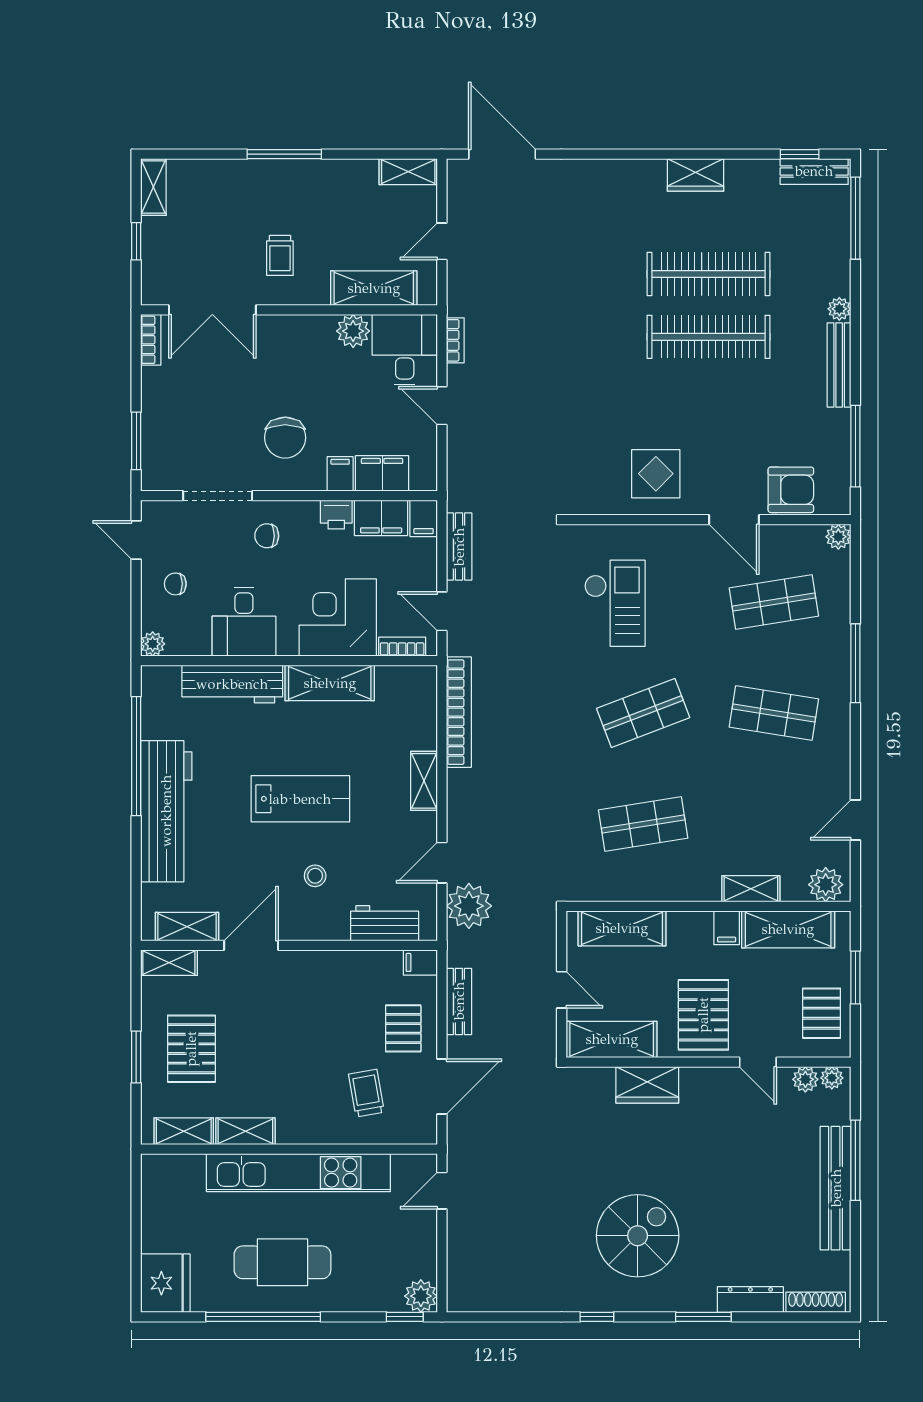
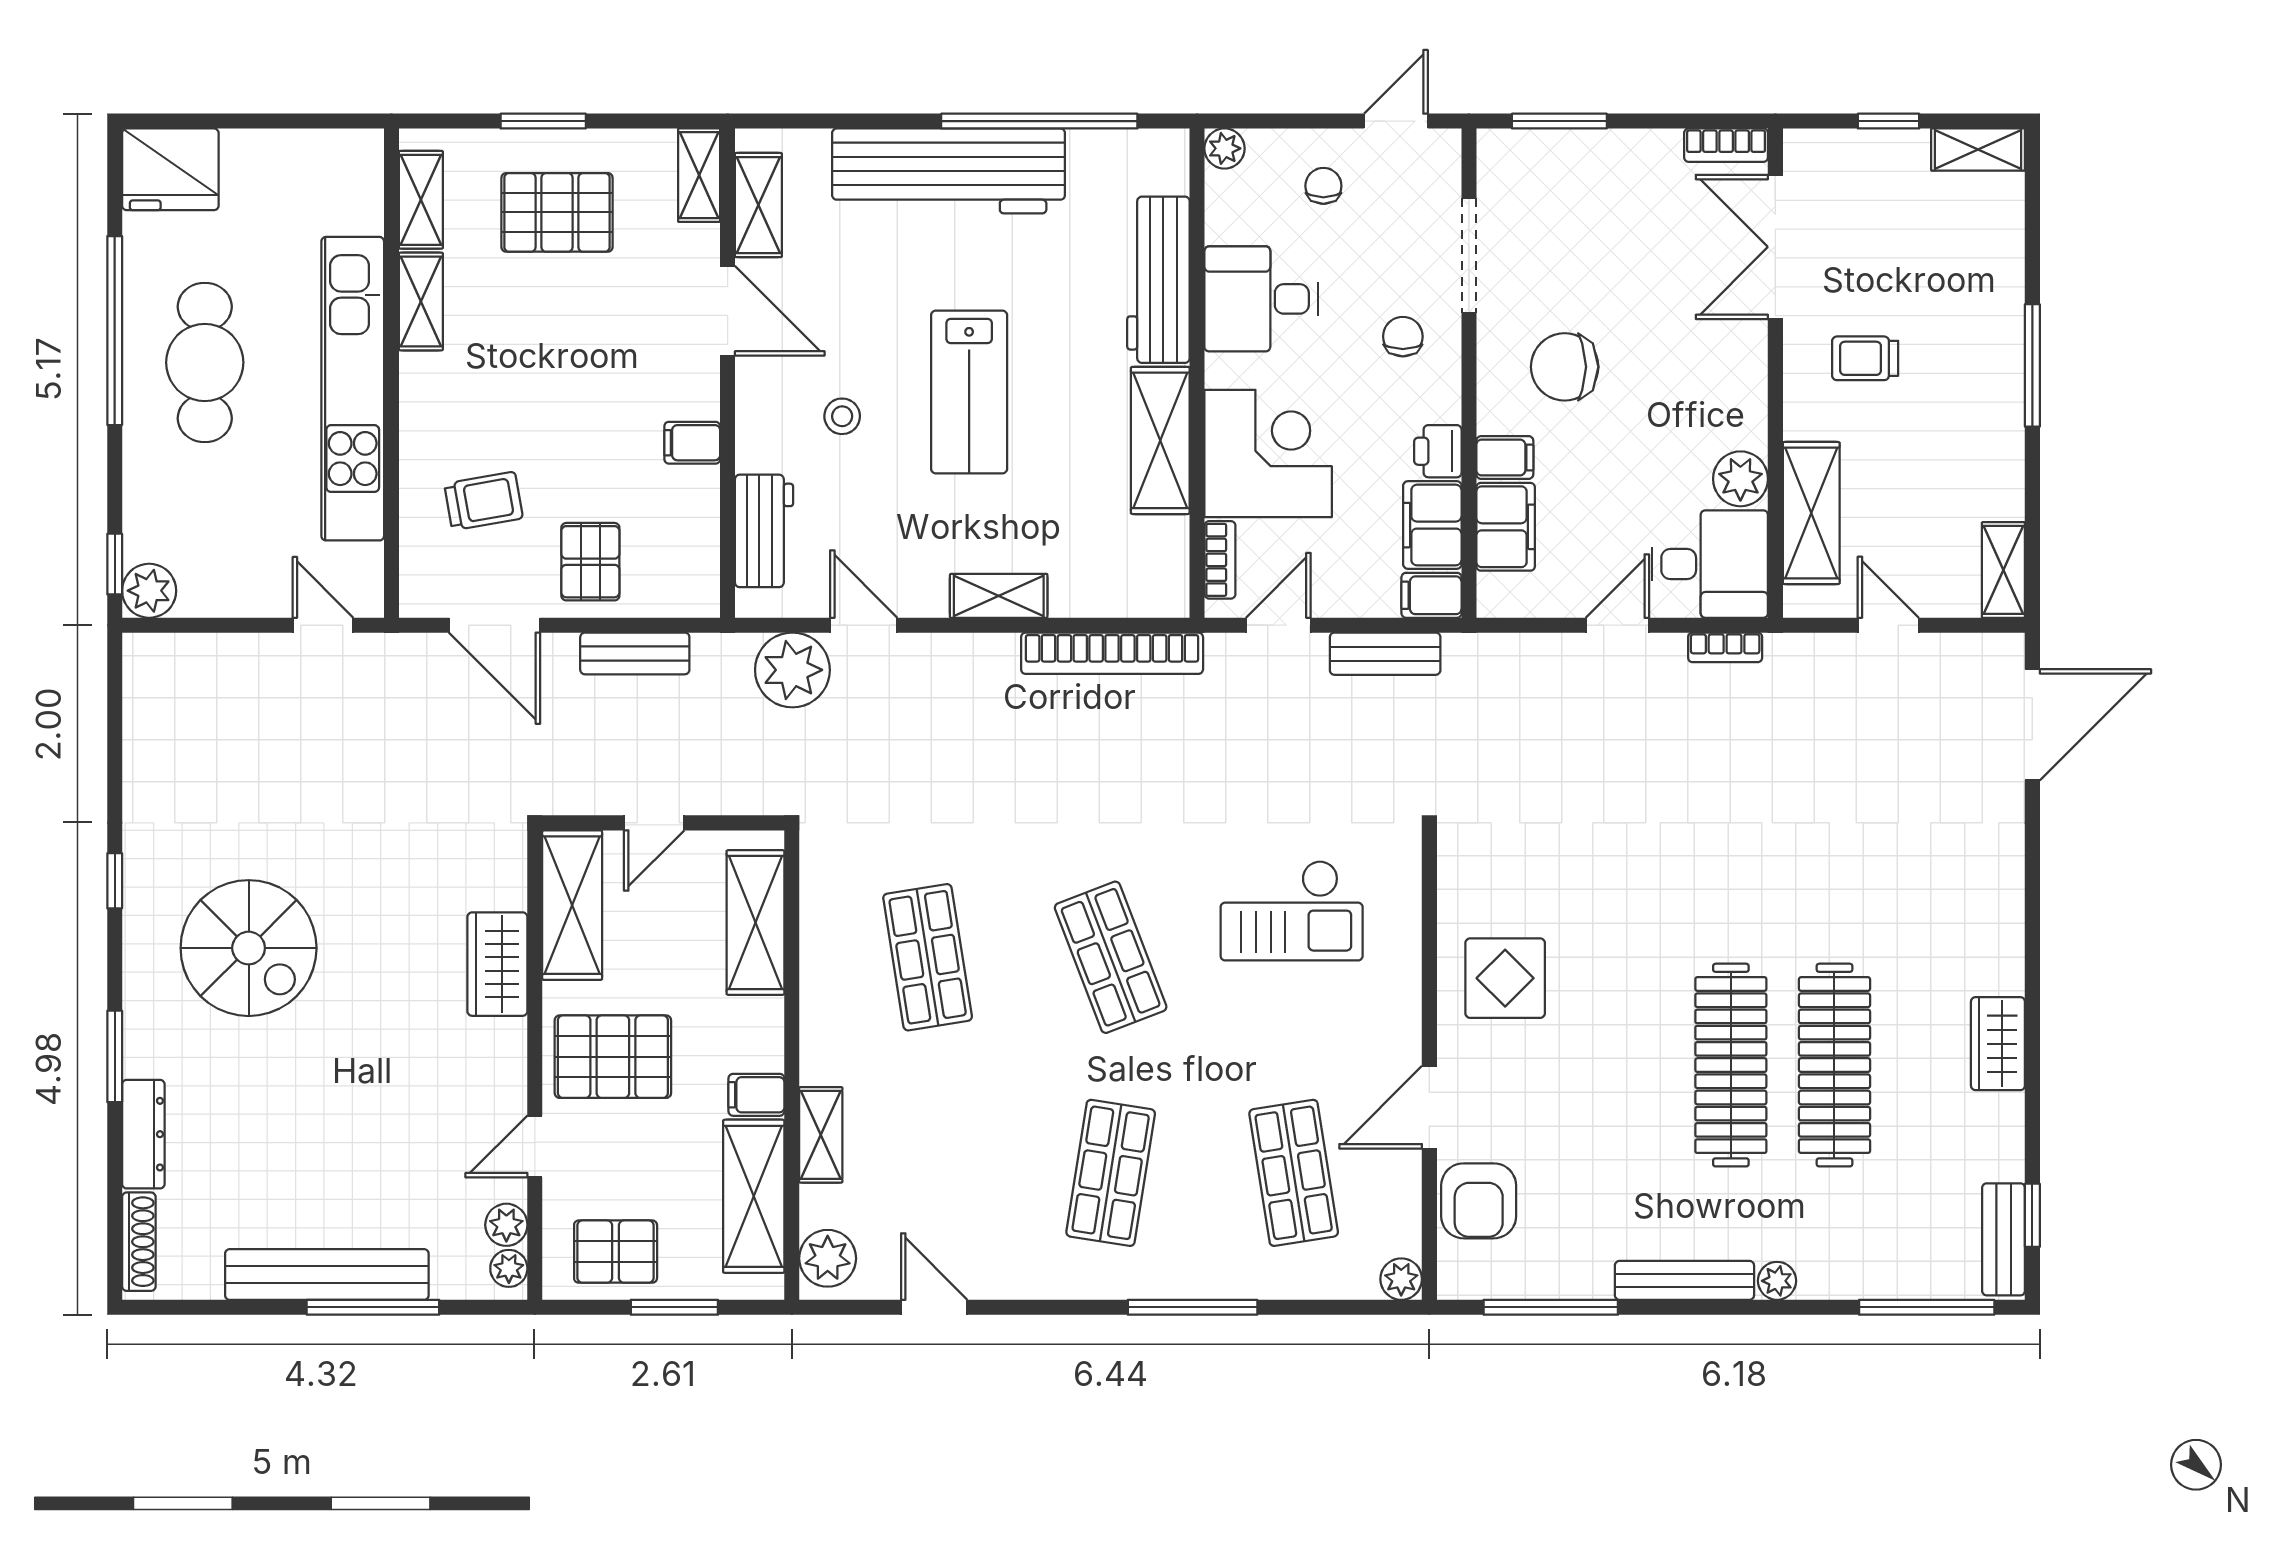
filing cabinet: (420, 962) -> (692, 443), moved, turned -90
pallet: (403, 1028) -> (590, 562), turned 90

